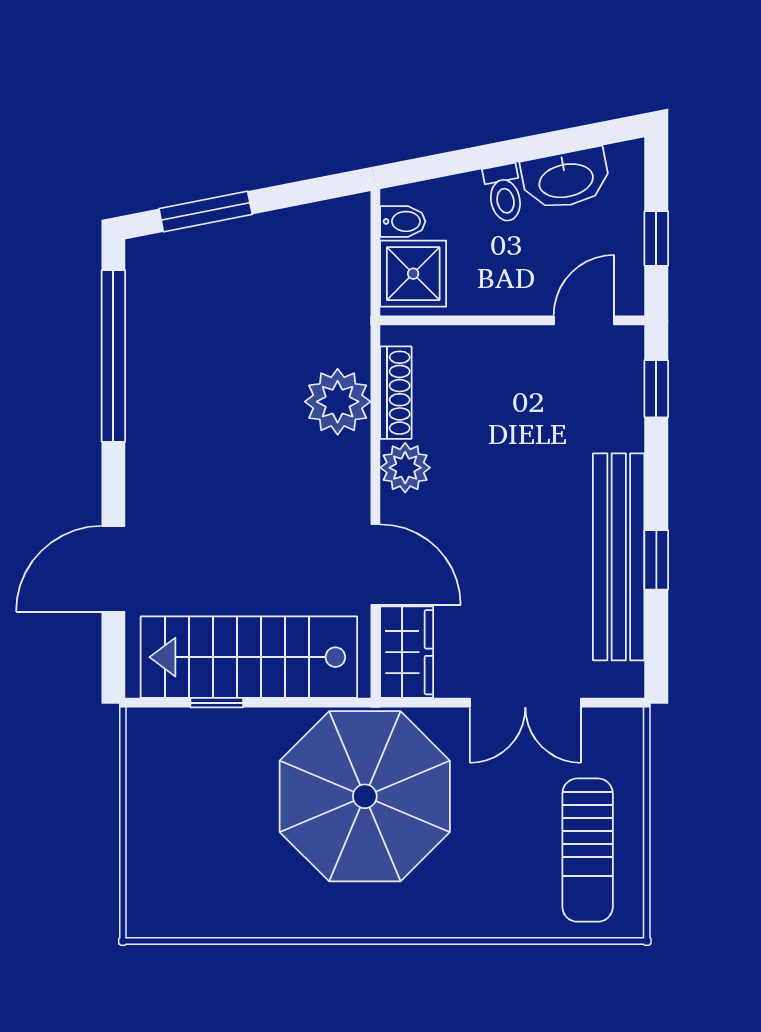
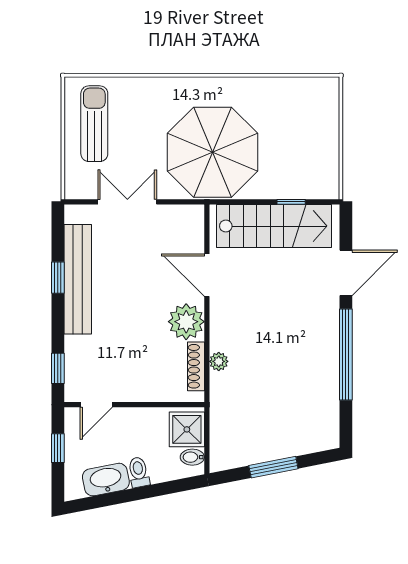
window: (206, 211) -> (273, 467), moved
window: (113, 356) -> (346, 355), moved
plant: (338, 402) -> (219, 361), width x0.53, depth x0.53
plant: (405, 468) -> (186, 322), width x1.36, depth x1.36
wardrobe: (407, 652) -> (190, 229), removed

